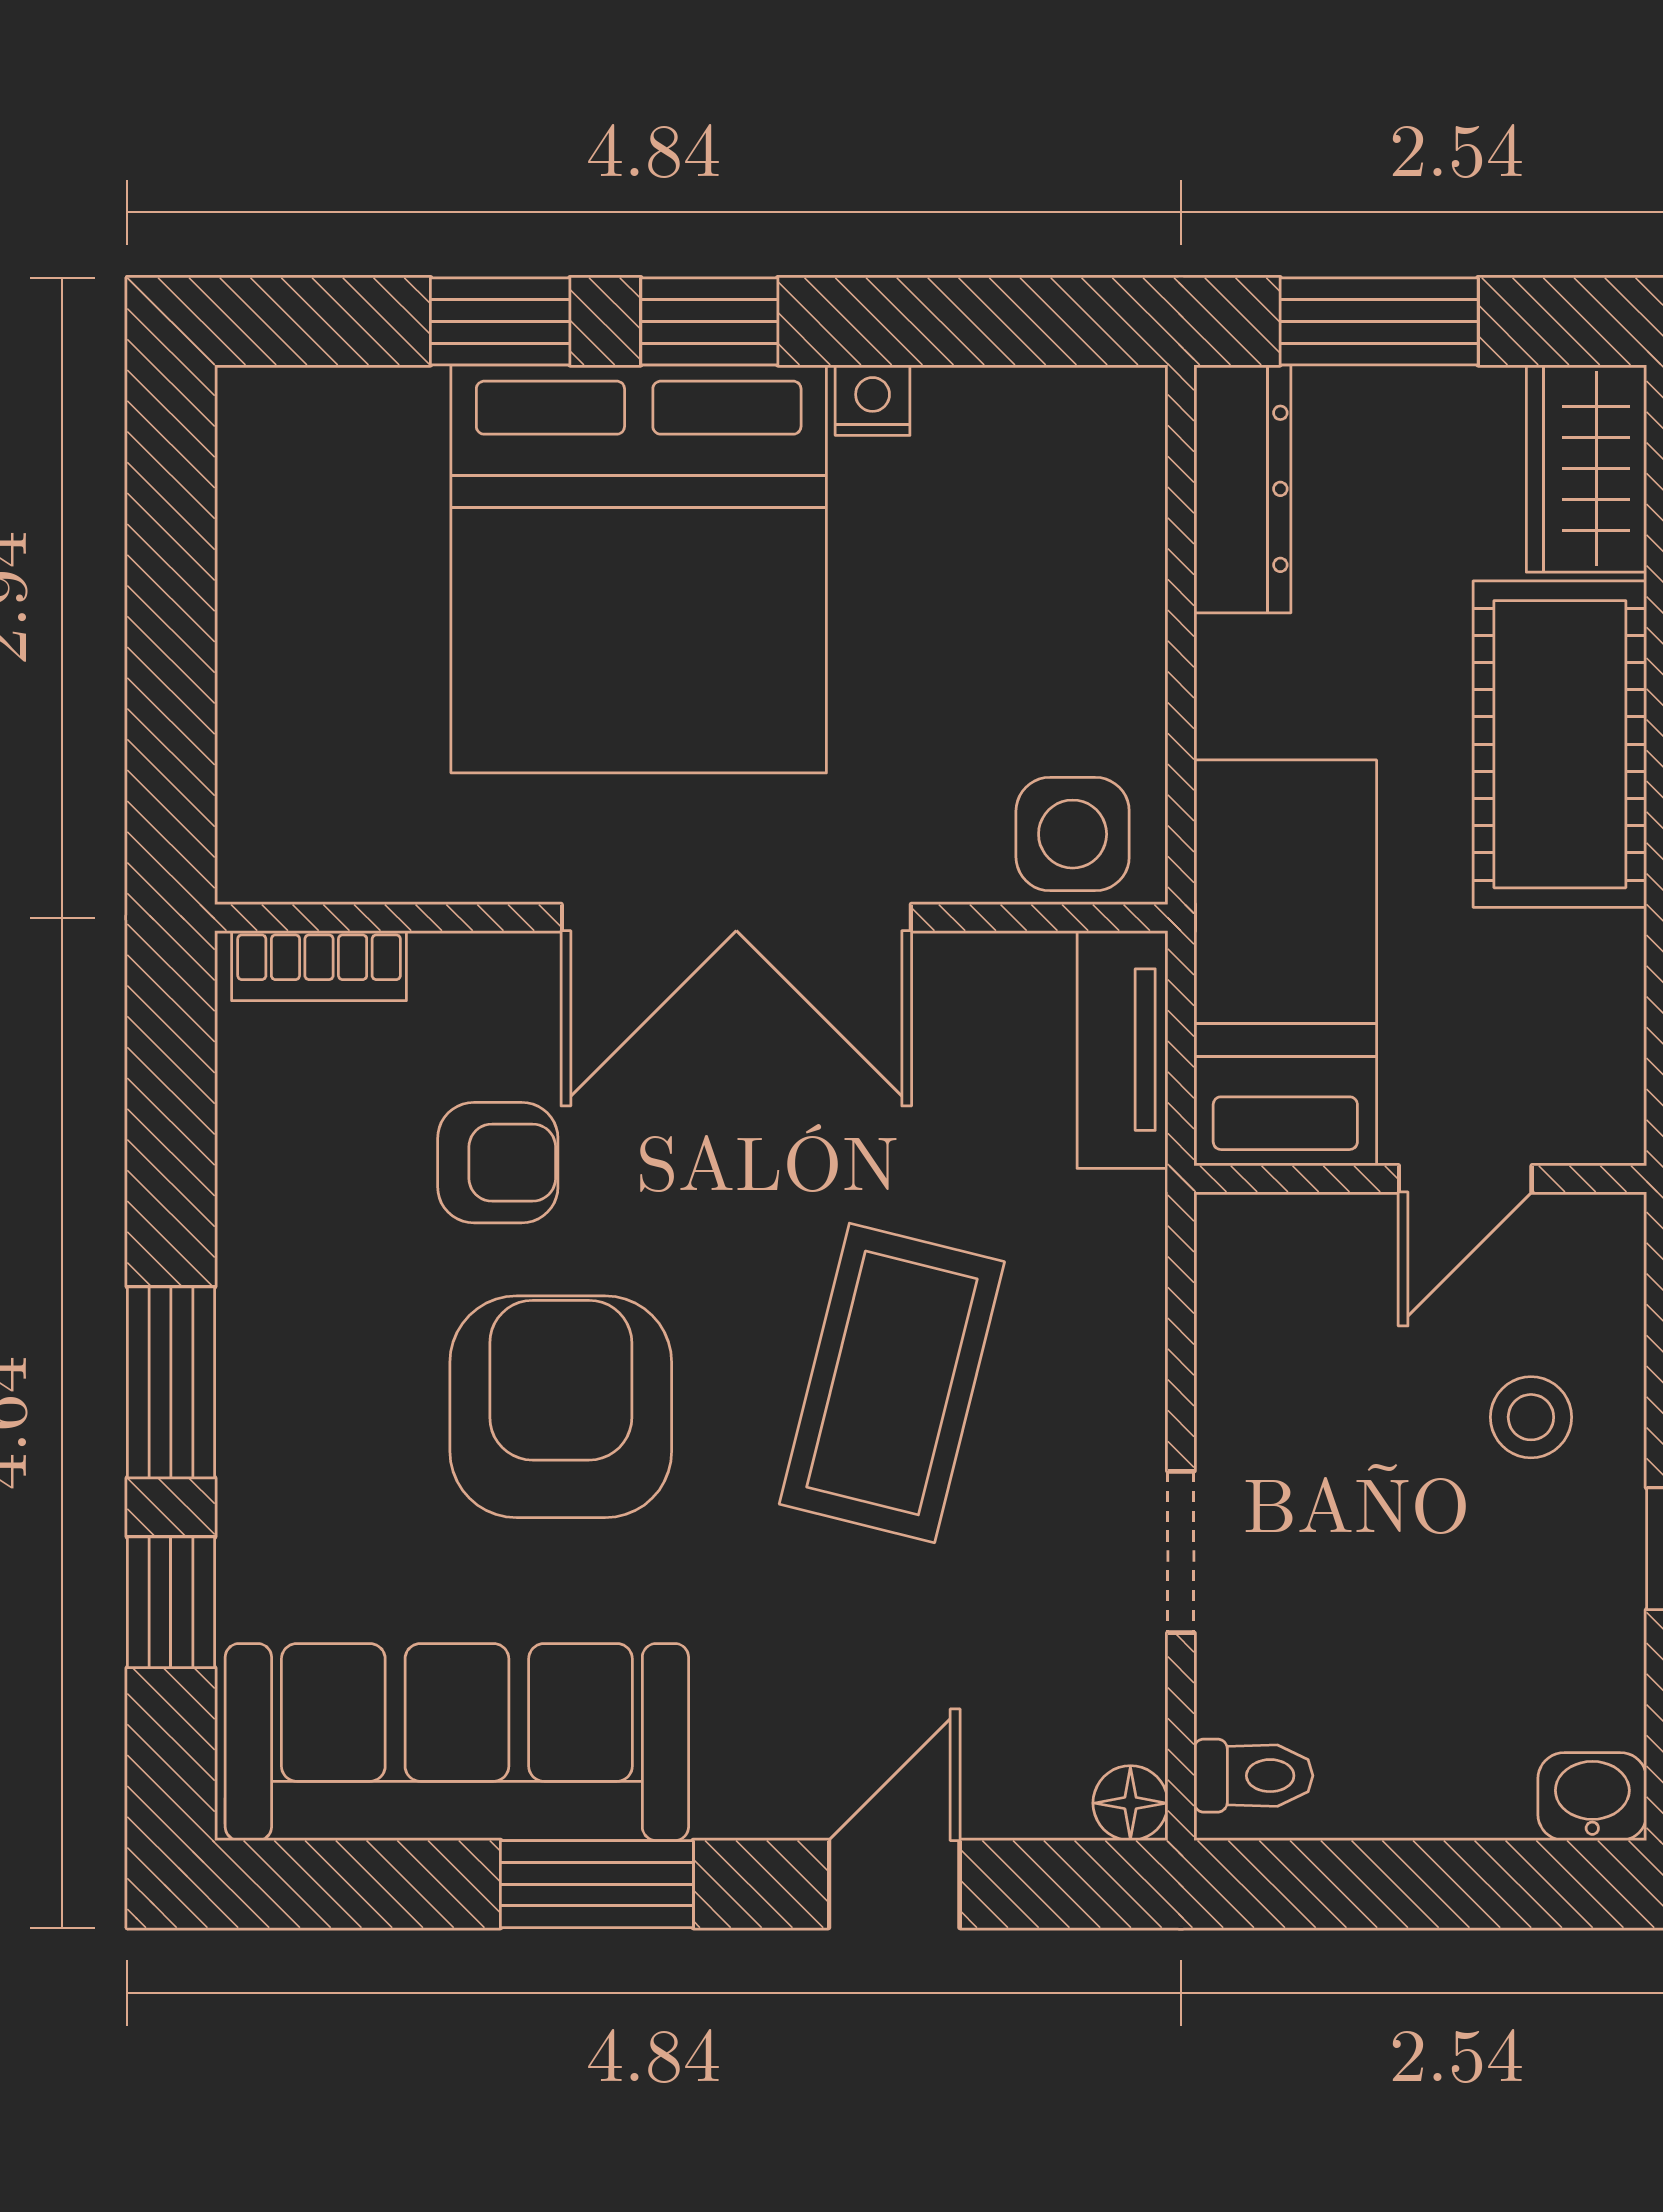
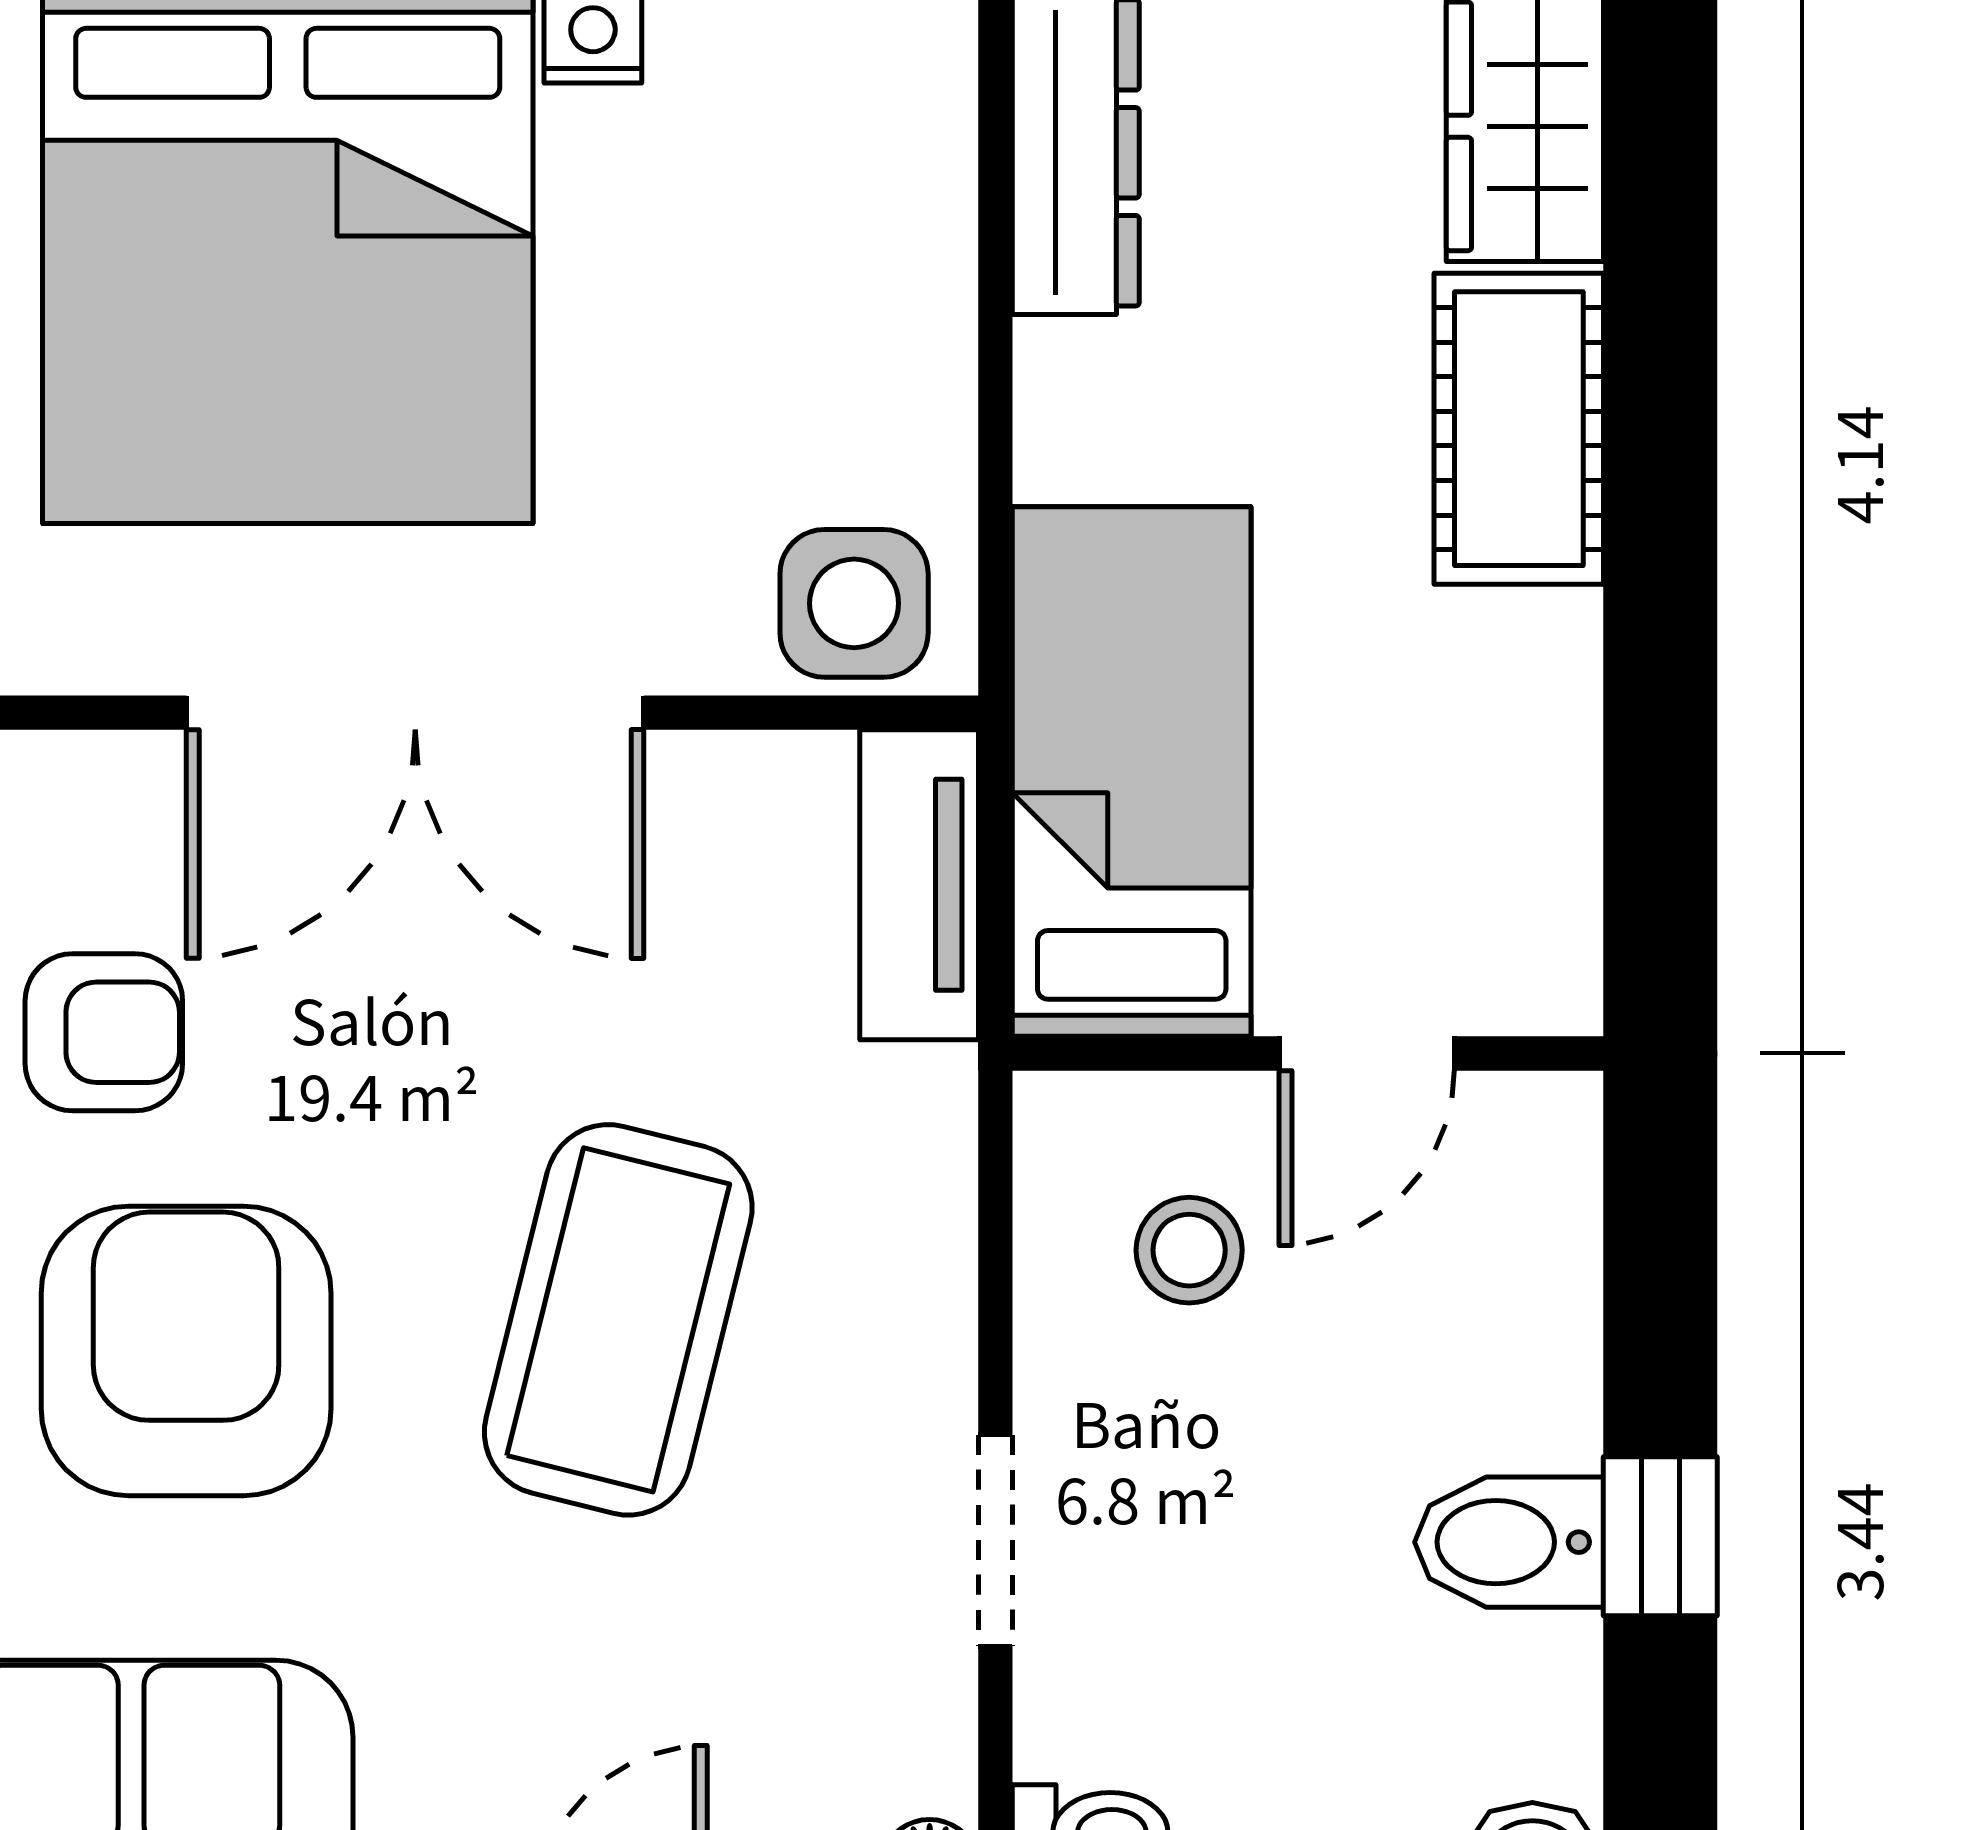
cot: (1560, 744) -> (1519, 429), width x0.73, depth x0.75
stool: (1531, 1417) -> (1189, 1250), moved
bidet: (1574, 1553) -> (1509, 1542), added

